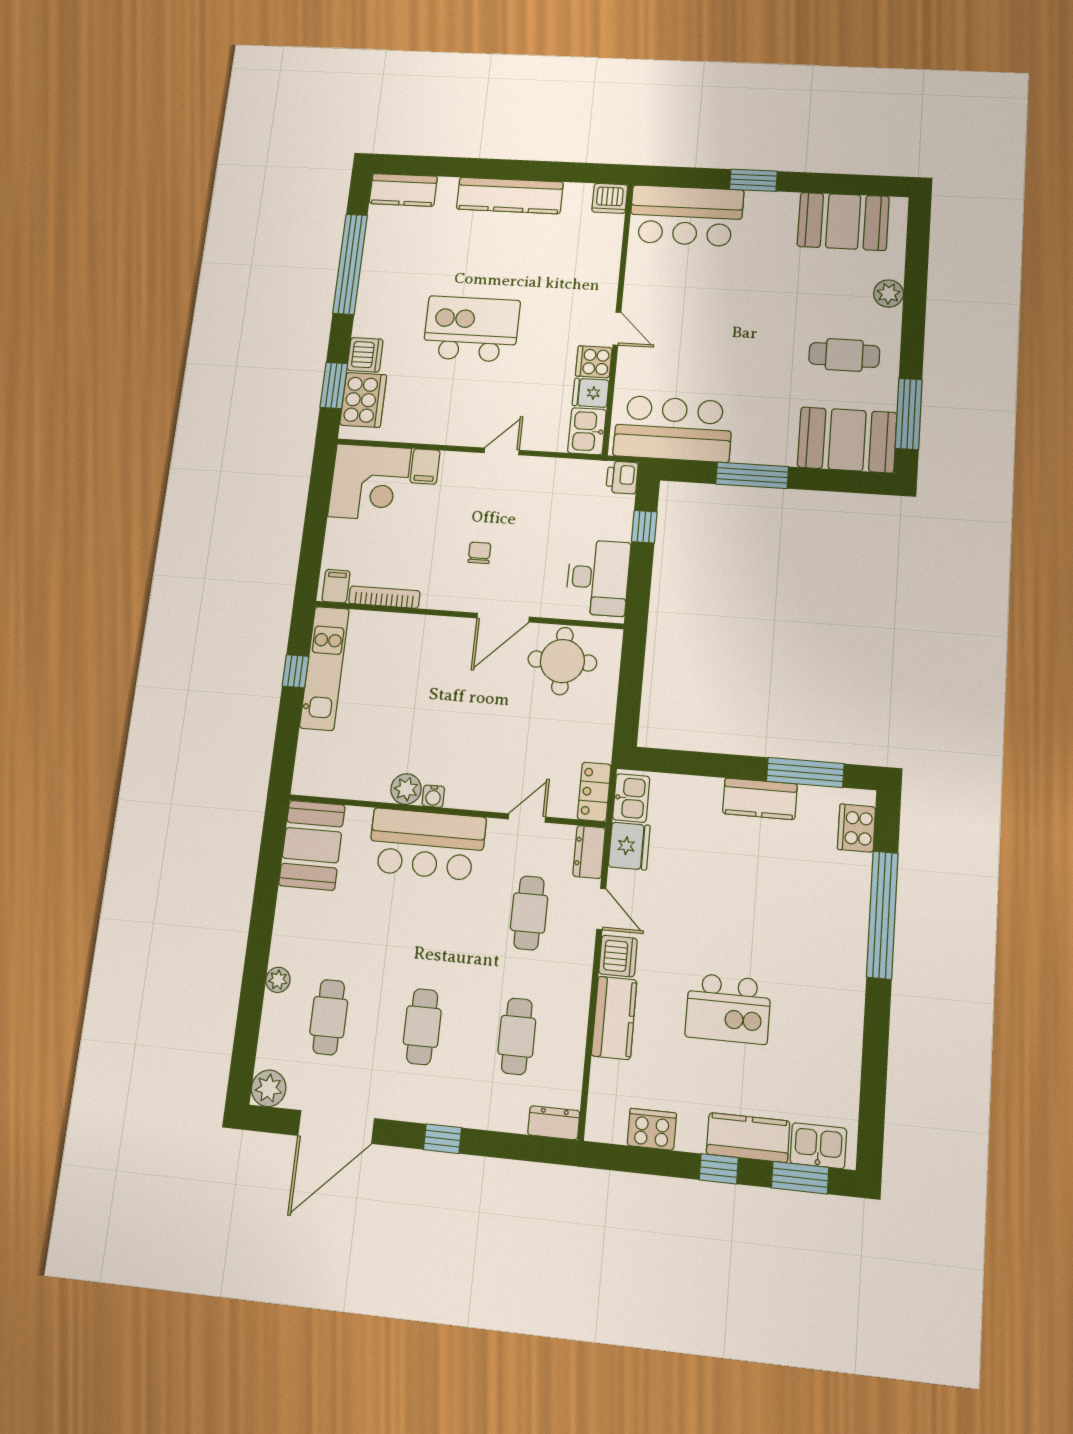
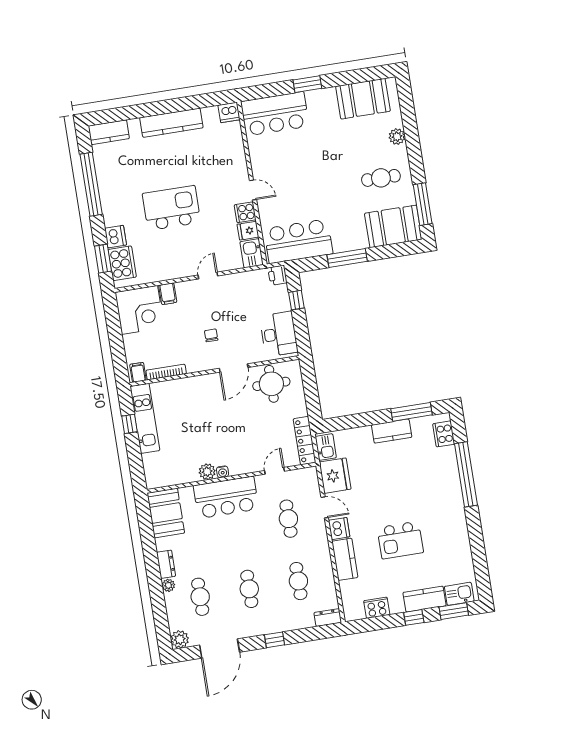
locker: (594, 792) -> (305, 441), width x1.53
fridge: (629, 846) -> (335, 476), width x1.36, depth x1.34
dresser: (589, 852) -> (166, 564), moved, turned 180

